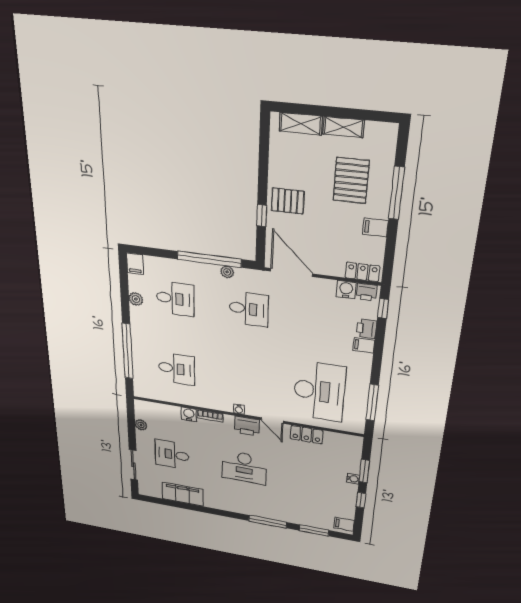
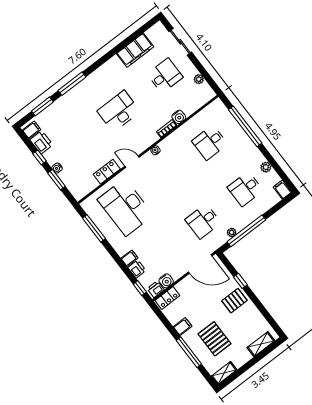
shelving: (344, 127) -> (224, 373), moved
printer: (247, 426) -> (41, 142), moved, turned 90

